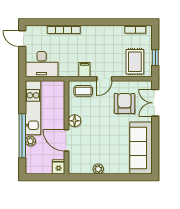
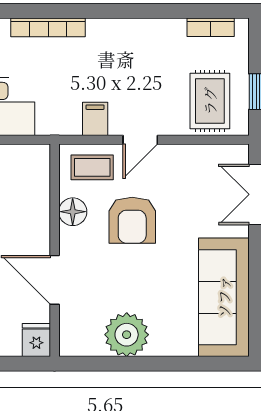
armchair: (124, 103) -> (132, 220), moved, turned 180
floor lamp: (75, 121) -> (73, 212), moved
plant: (98, 169) -> (127, 335), width x1.88, depth x1.88

